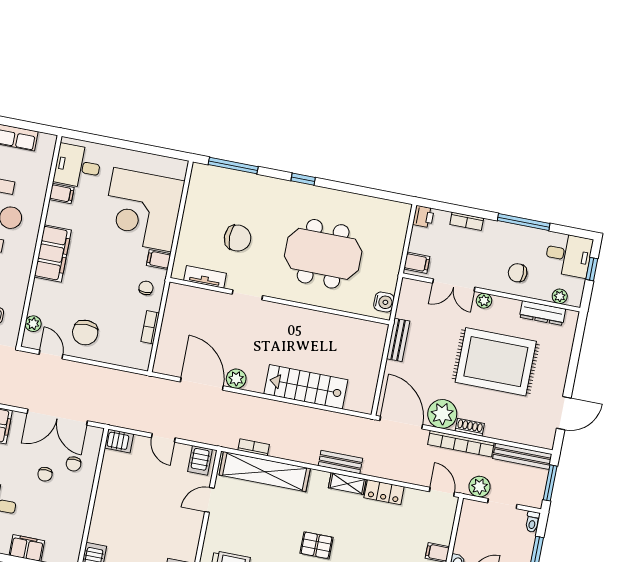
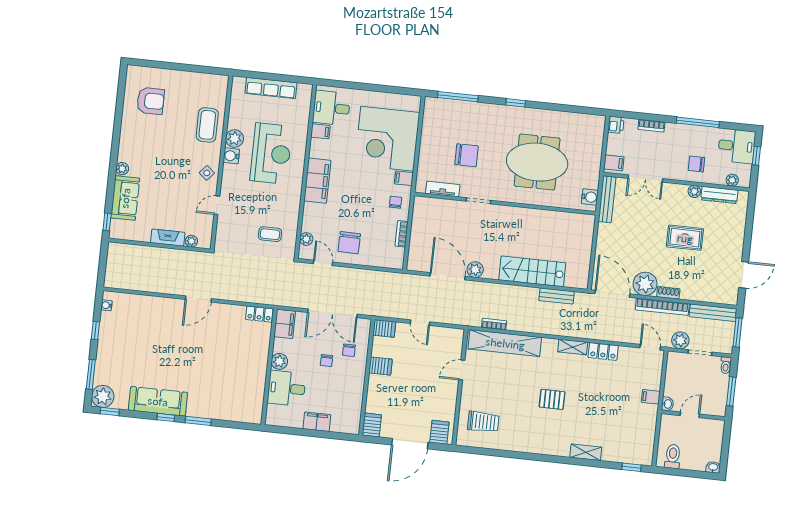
plant: (484, 301) -> (694, 191), moved
bench: (398, 340) -> (607, 199), moved, width x1.36
rug: (496, 362) -> (685, 238), width x0.54, depth x0.49
server rack: (200, 460) -> (380, 366), moved, turned -90
bench: (340, 462) -> (557, 296), moved

